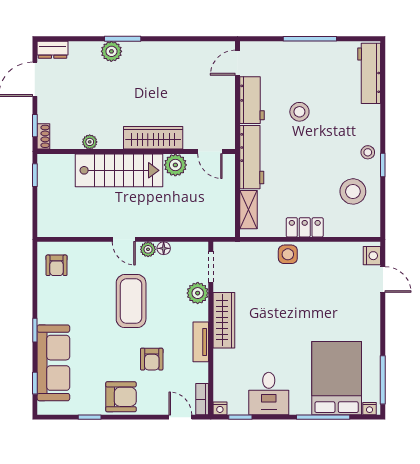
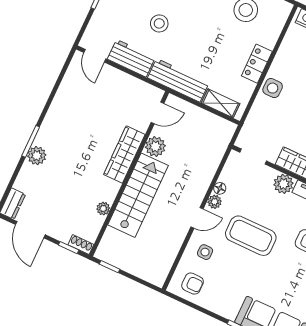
side table: (94, 263) -> (205, 252), added
plant: (198, 293) -> (283, 184), moved

